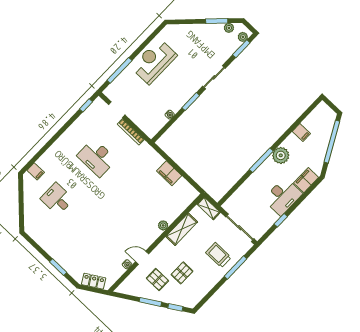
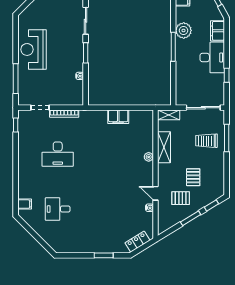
door: (142, 258) -> (156, 193), hinge flipped

